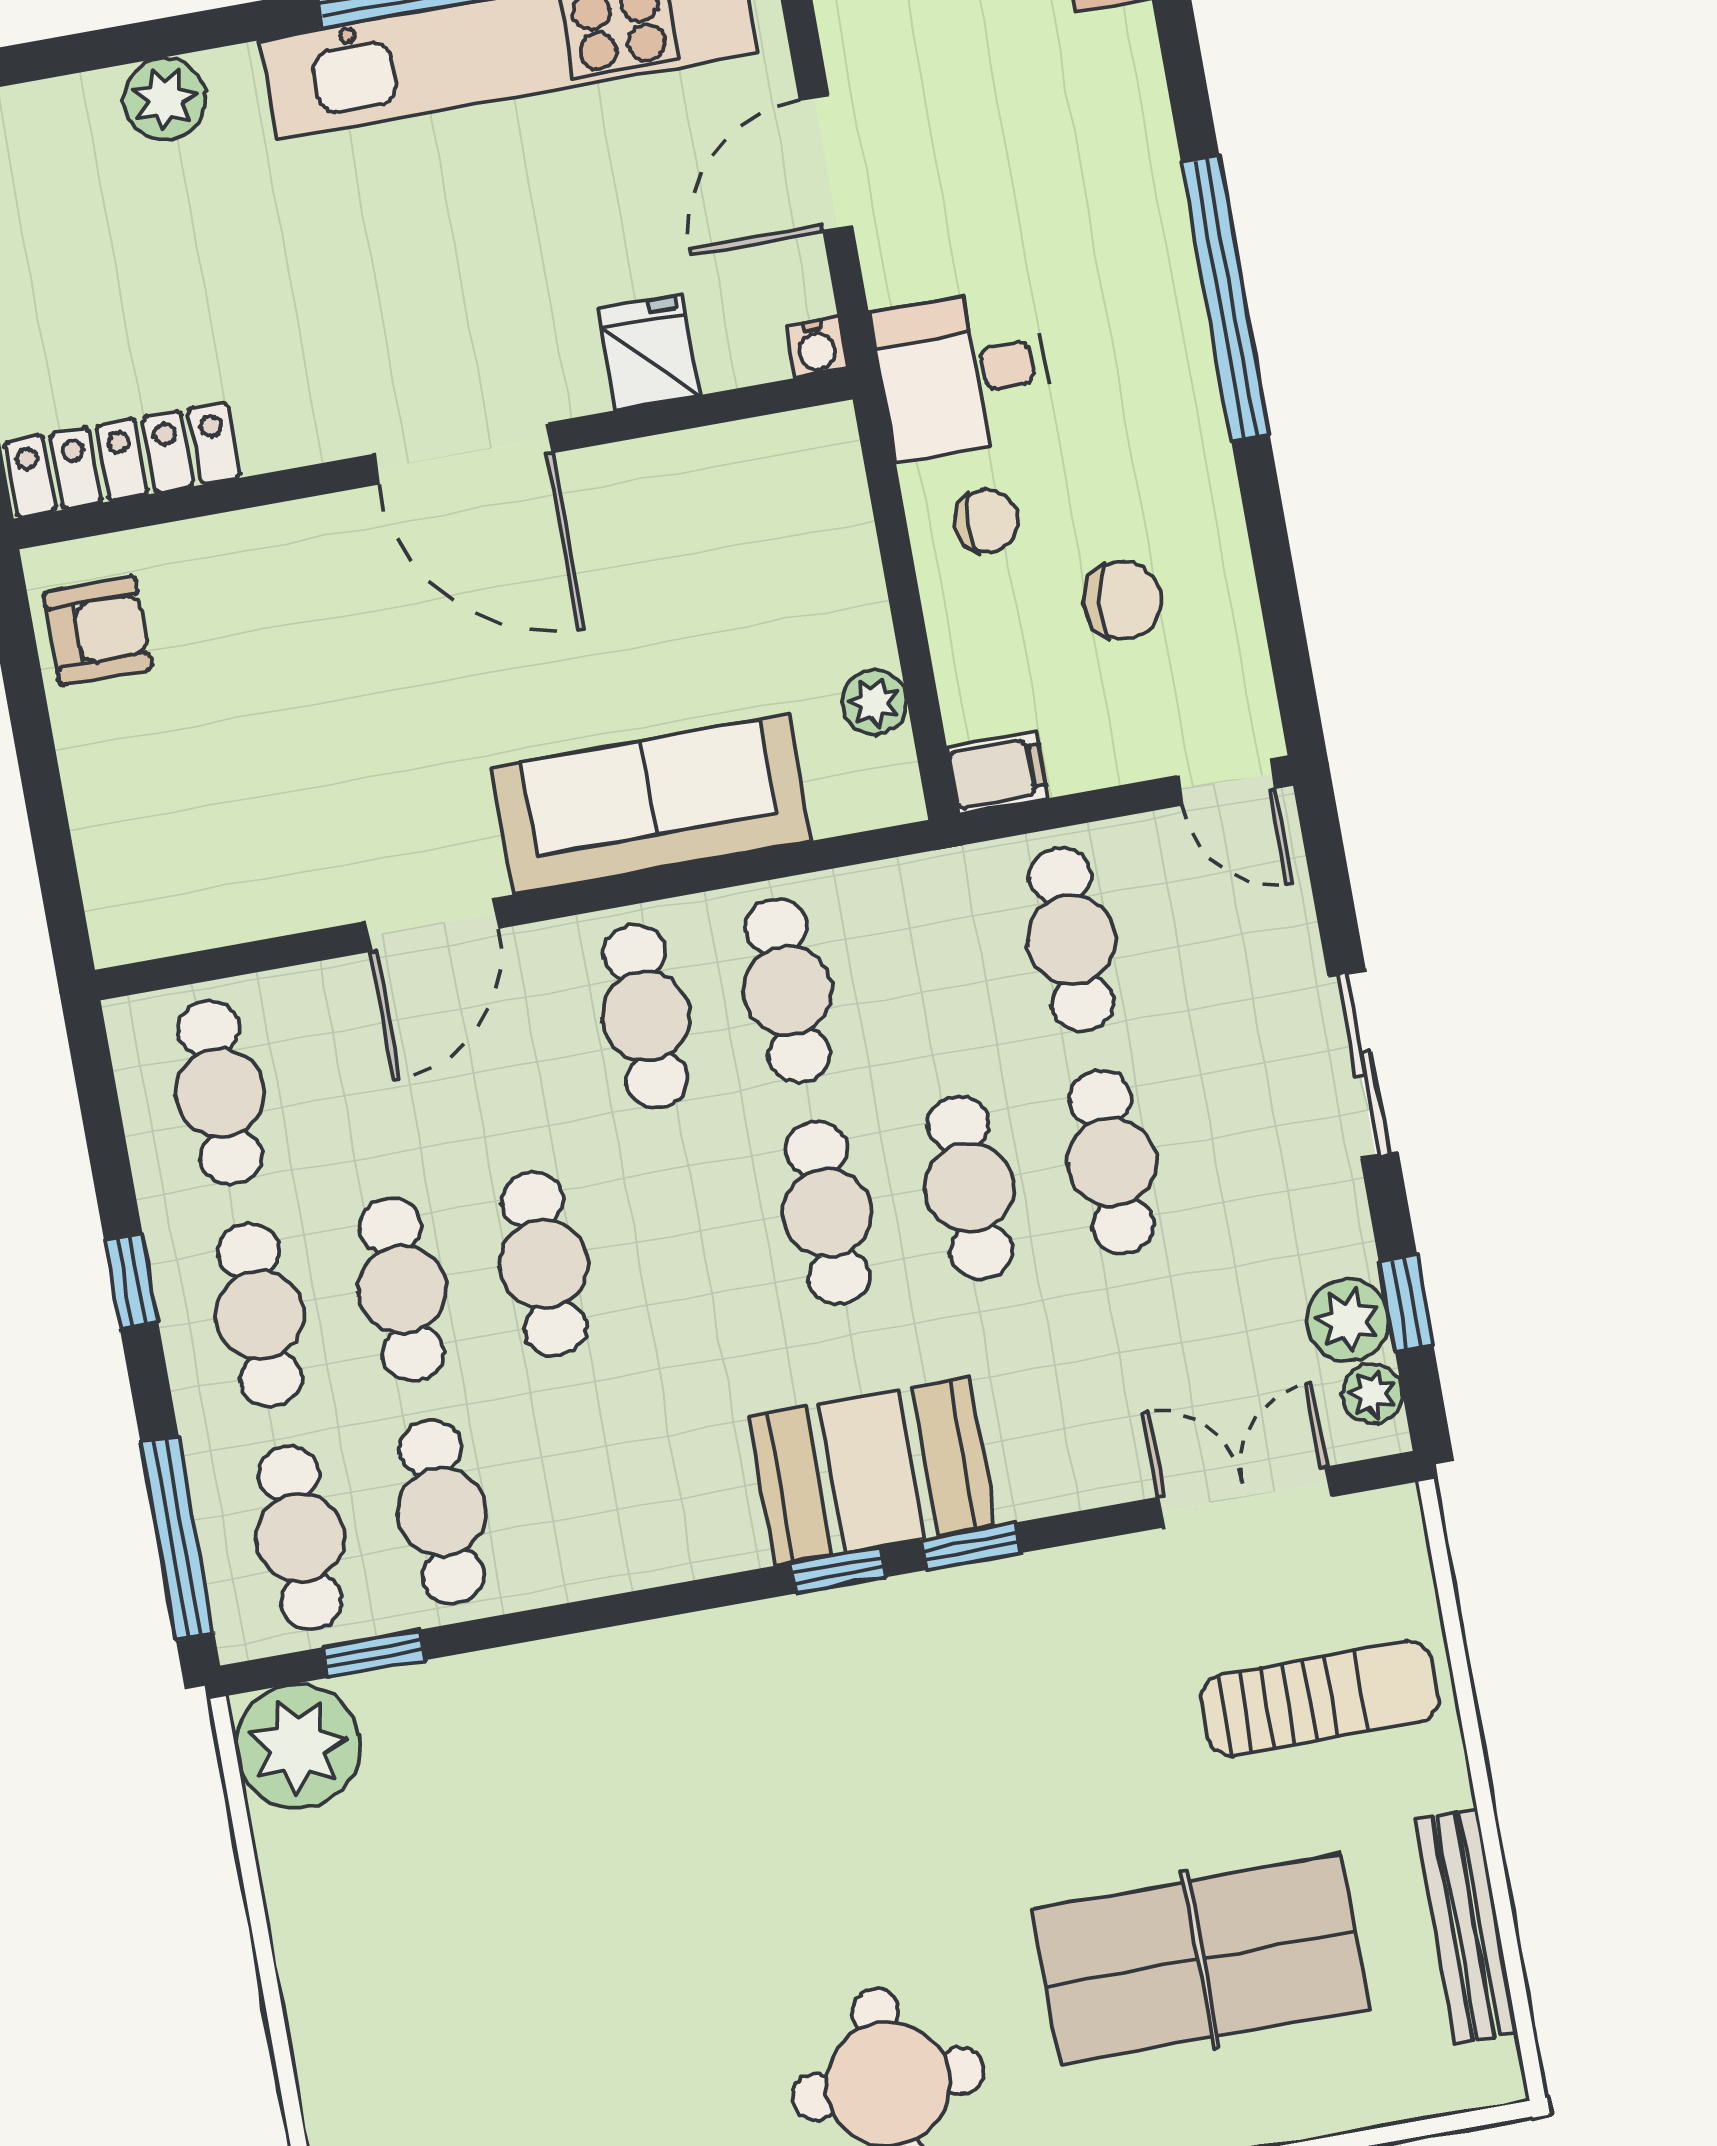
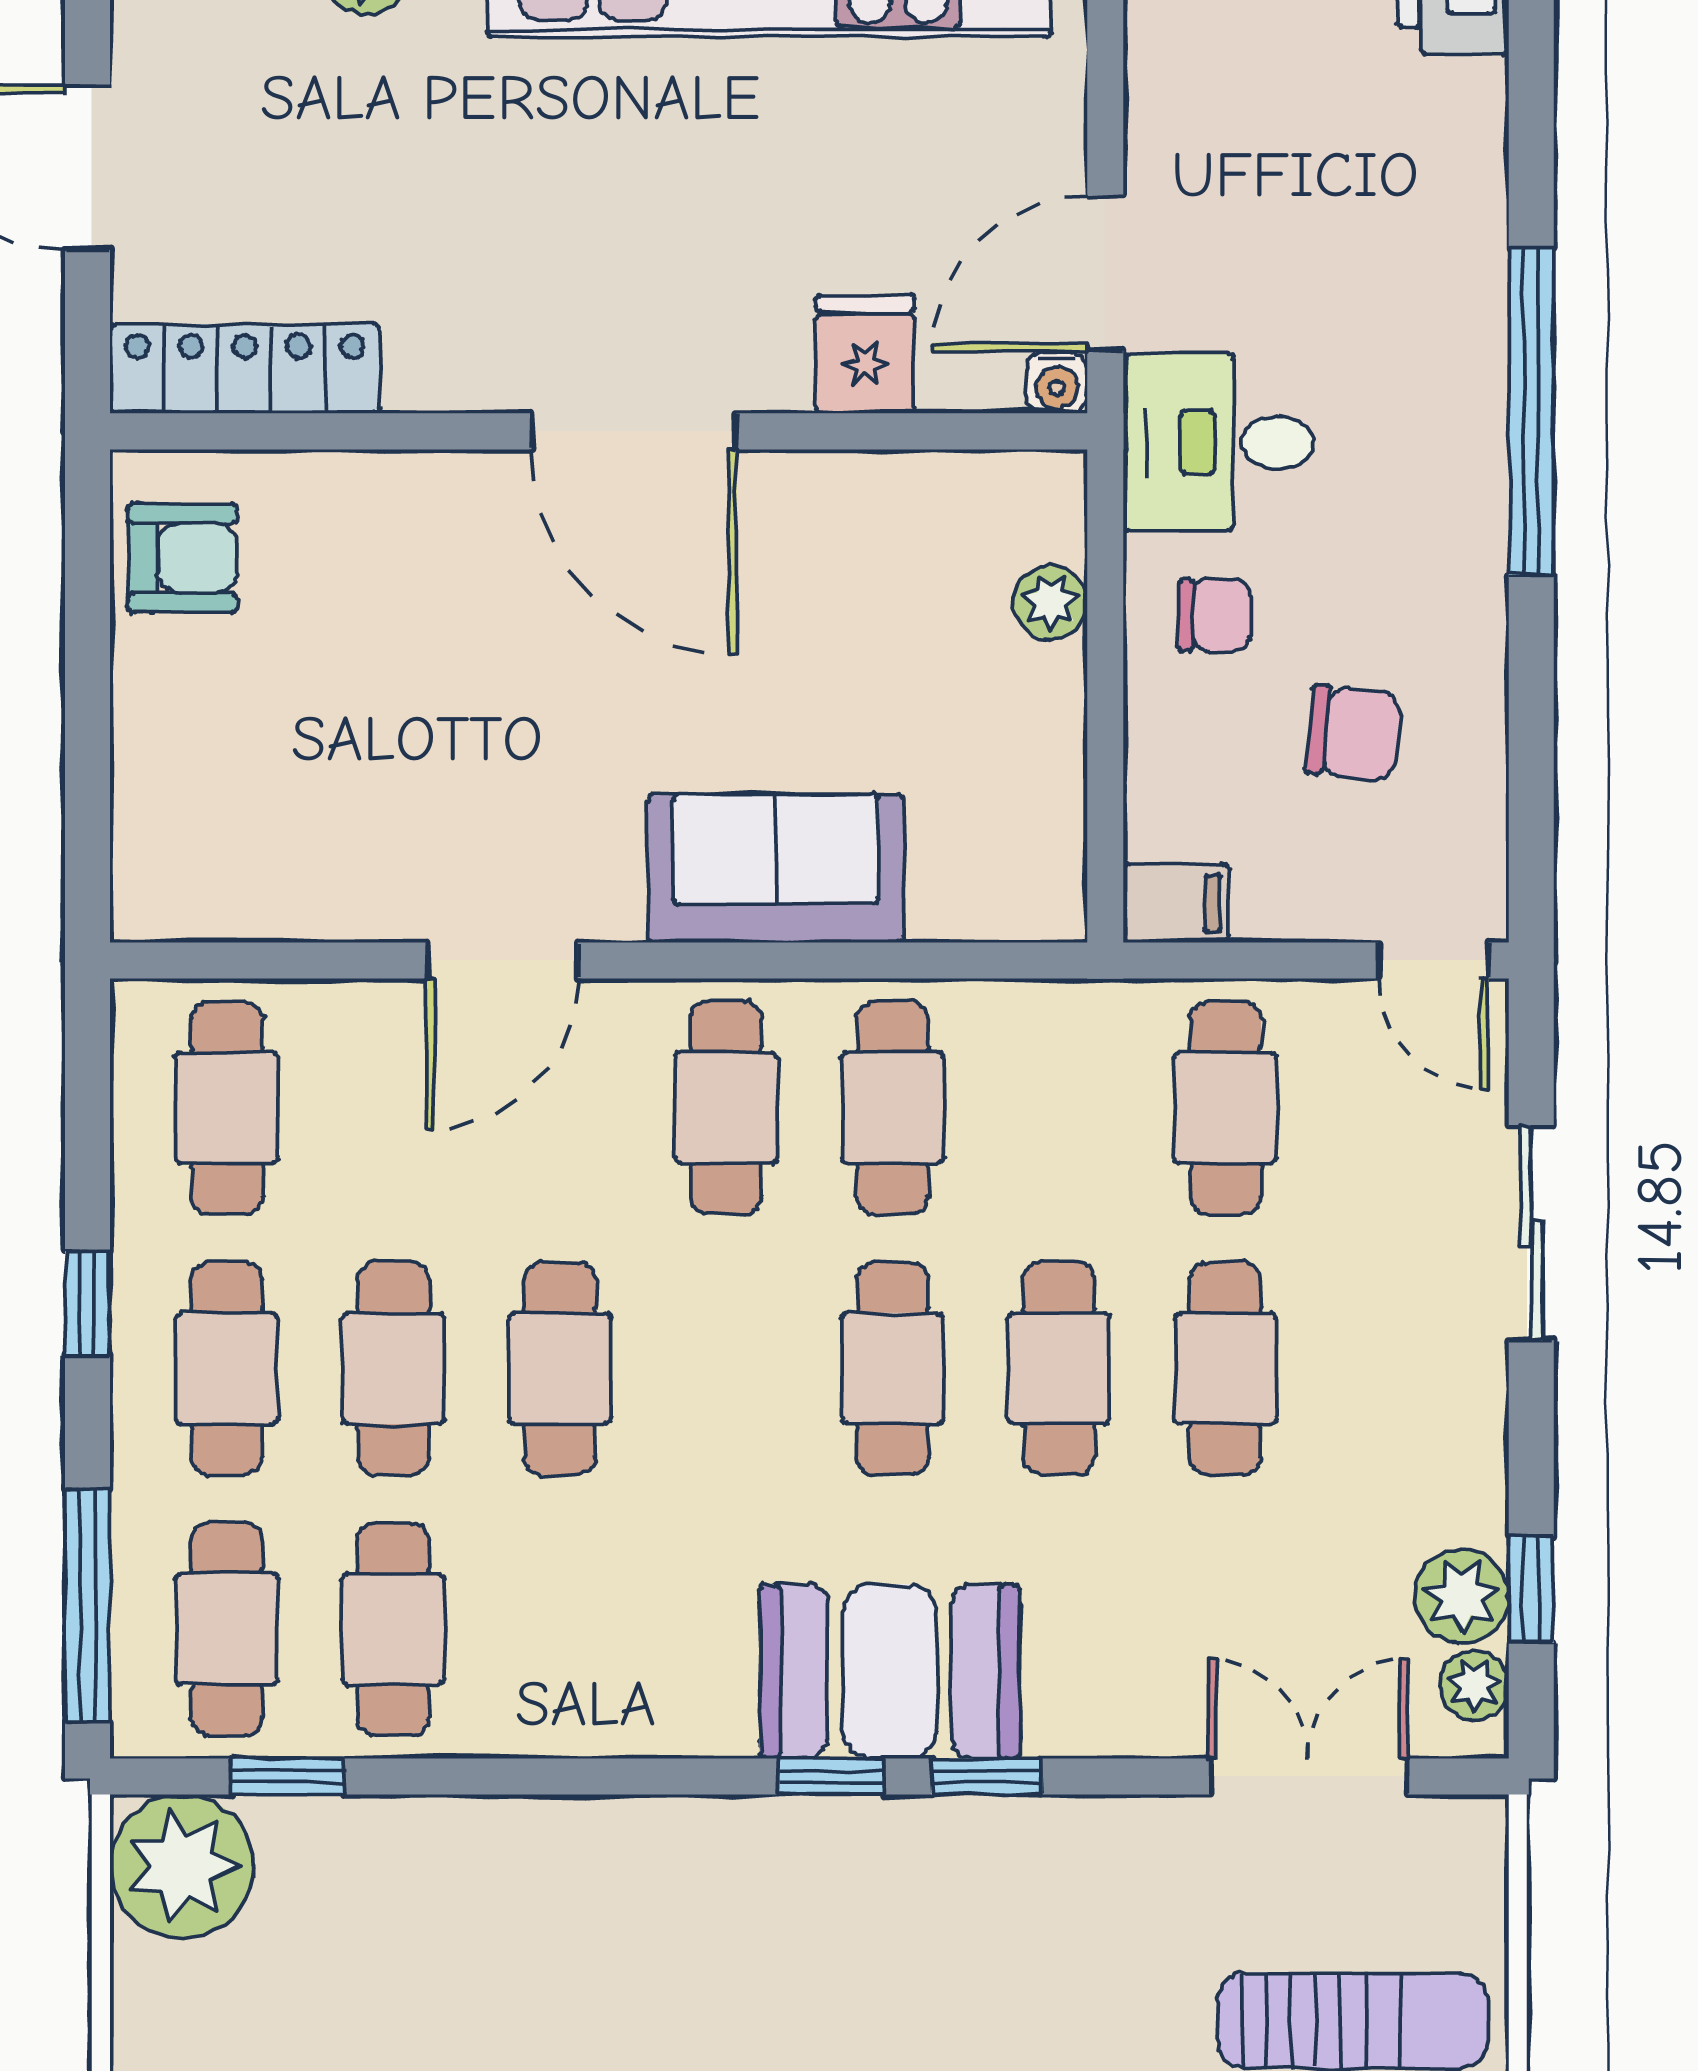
door: (826, 163) -> (1105, 274), moved
plant: (875, 702) -> (1050, 602), moved
sofa: (651, 804) -> (776, 868), width x0.73
sliding door: (1363, 1064) -> (1531, 1233), moved

